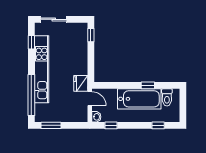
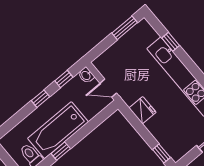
fridge: (81, 83) -> (142, 110), moved
window: (31, 95) -> (171, 42), width x0.32
window: (158, 125) -> (41, 99), moved

